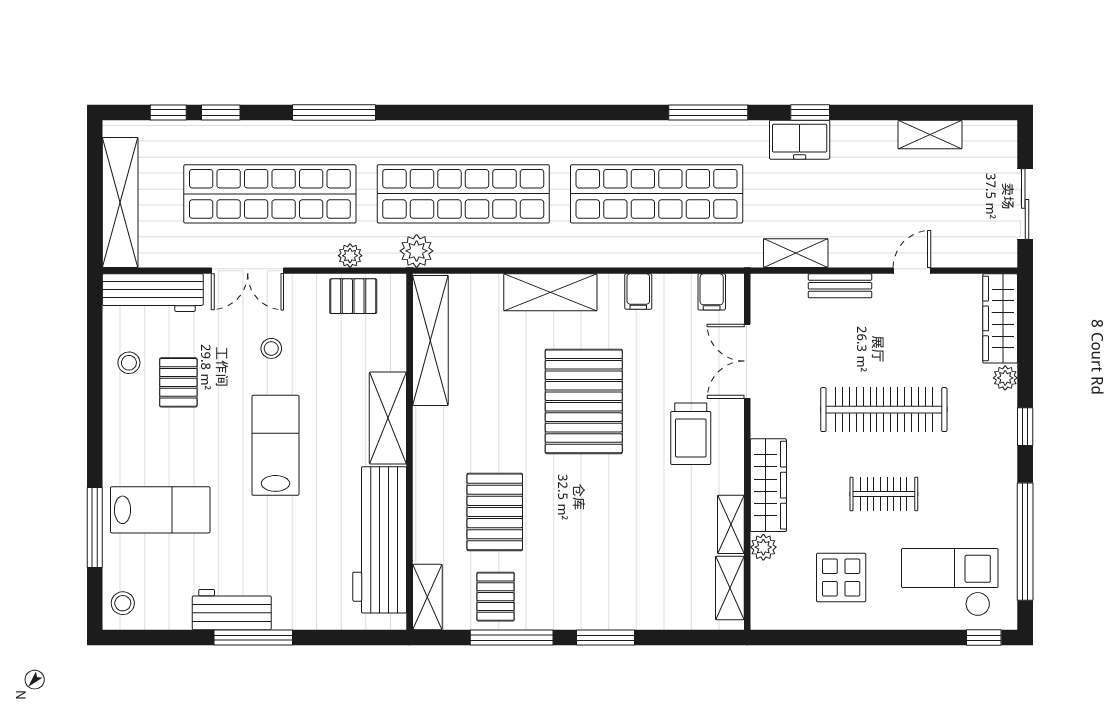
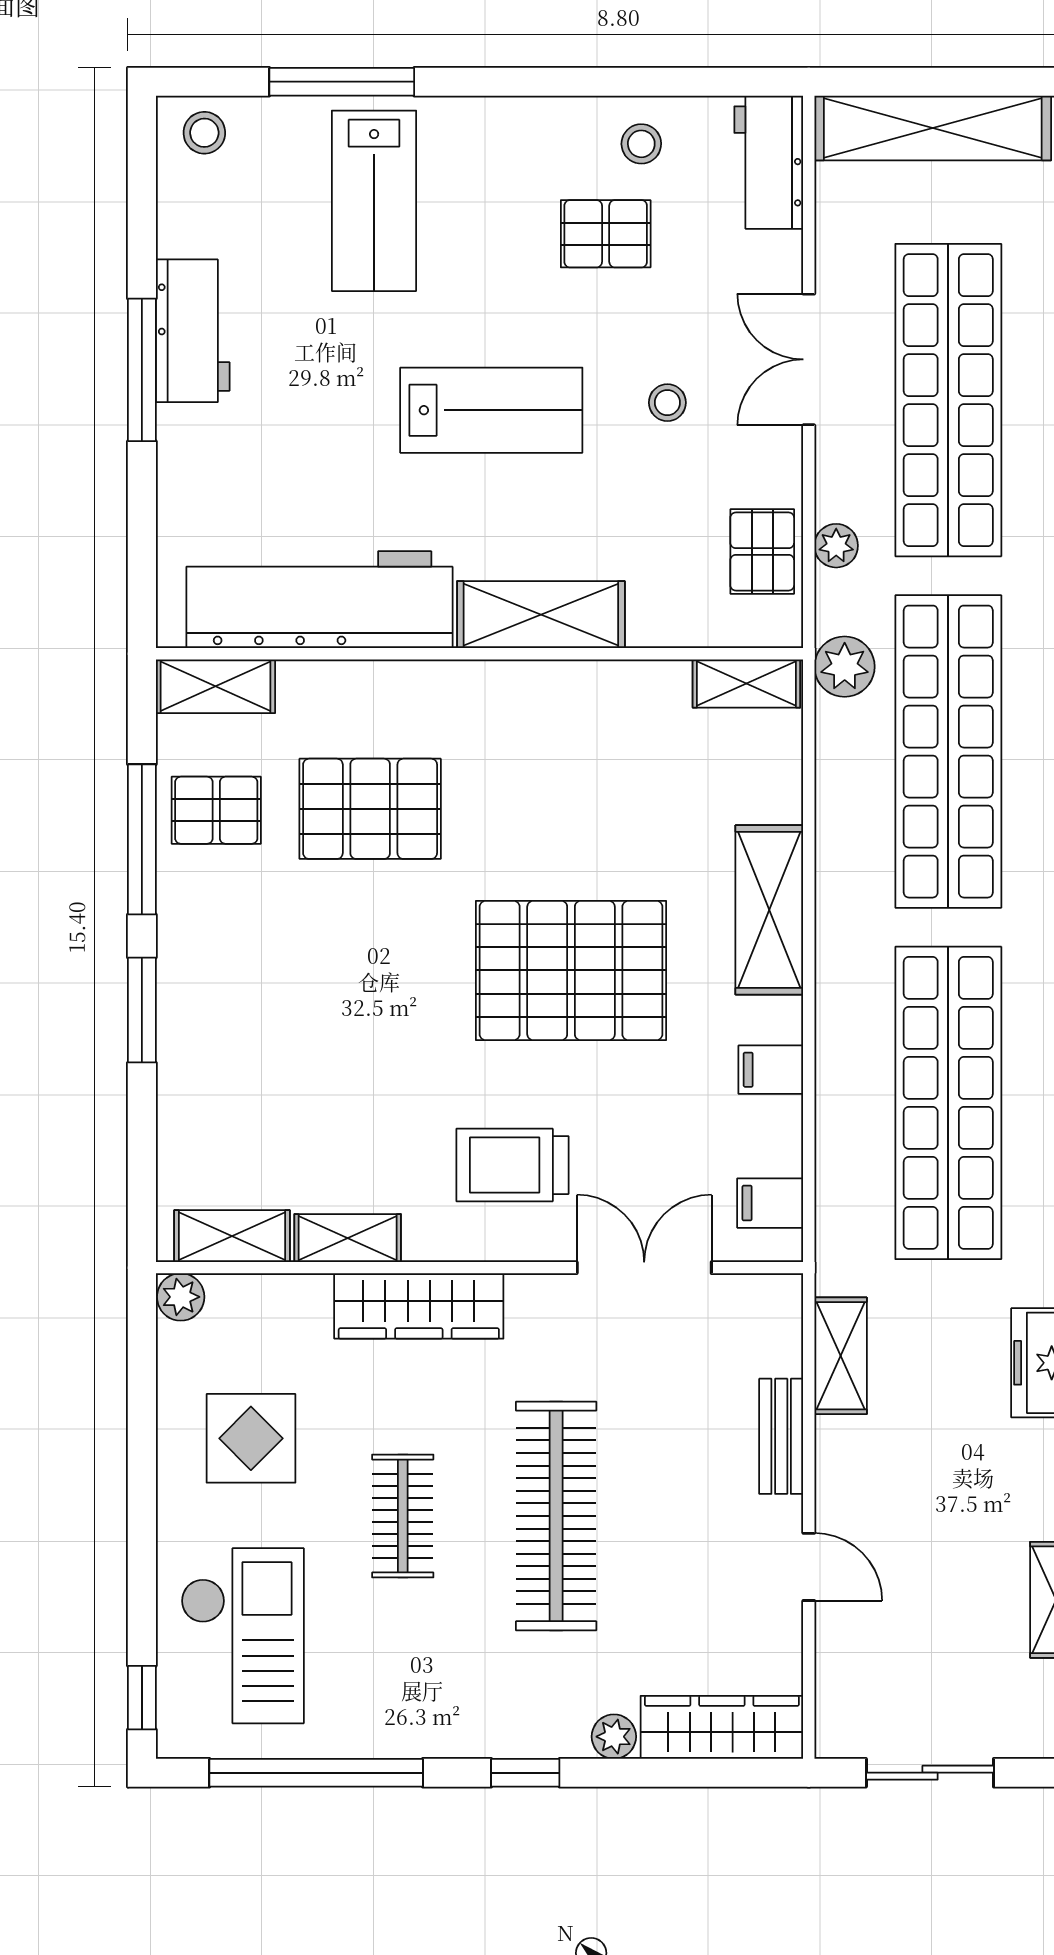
workbench: (153, 293) -> (769, 162), width x0.73
shelving: (430, 340) -> (746, 684), width x0.45, depth x0.75
plant: (763, 547) -> (181, 1297), moved

